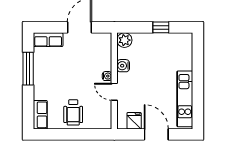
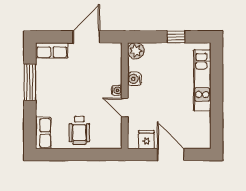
kitchen unit: (185, 99) -> (202, 80), moved

